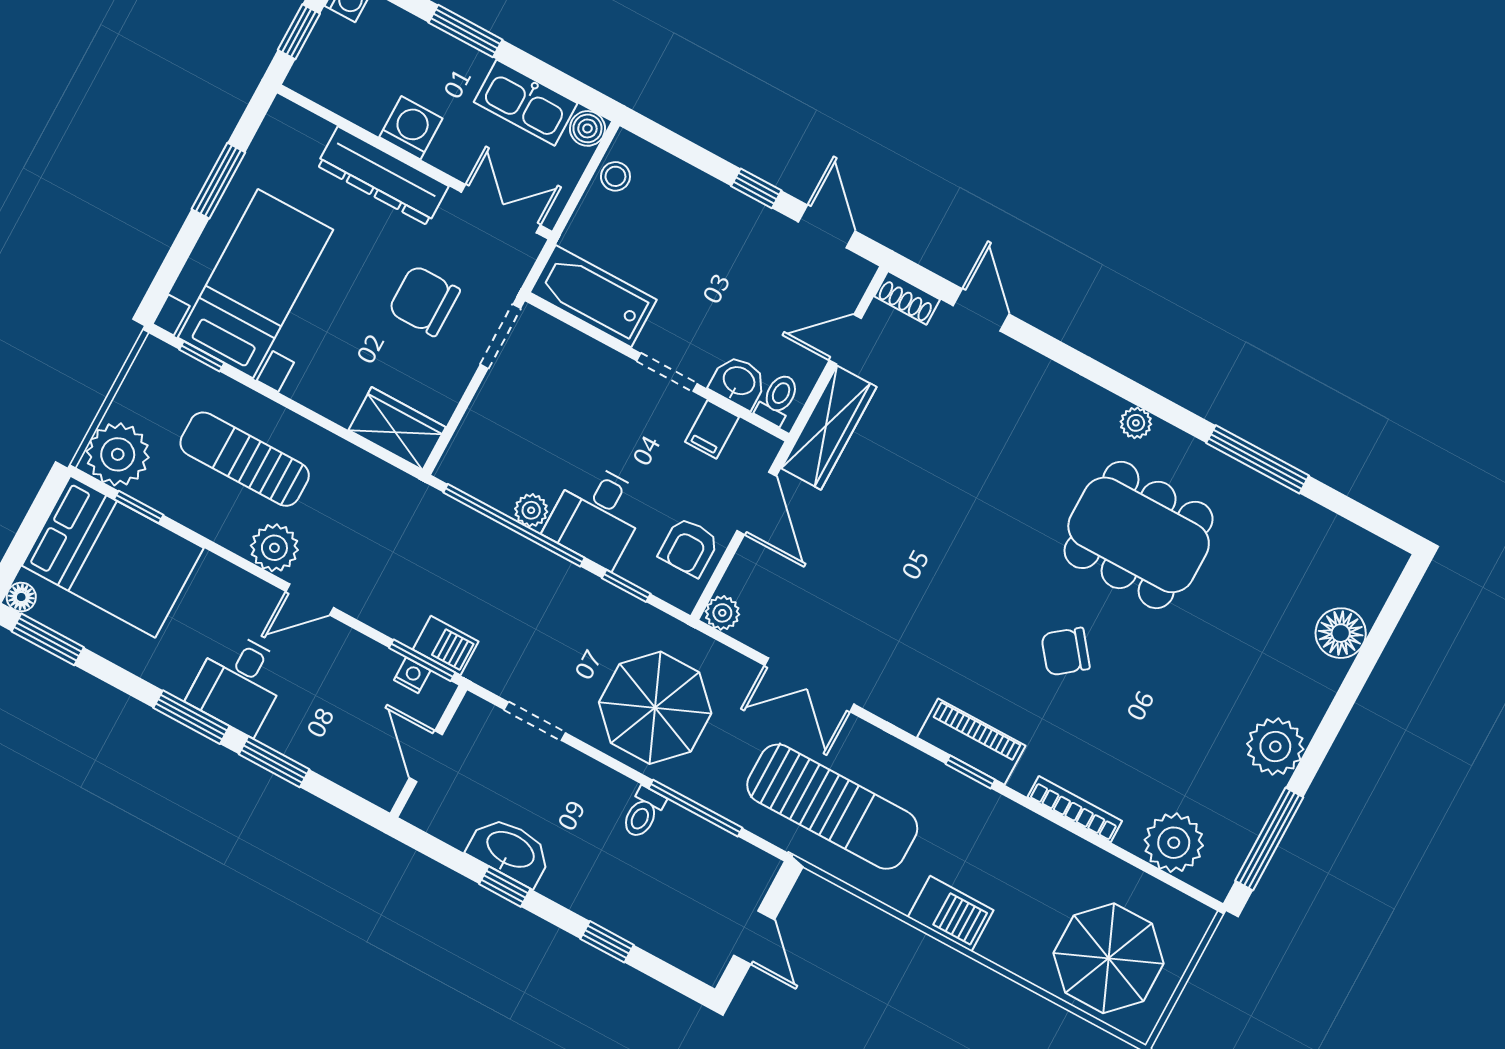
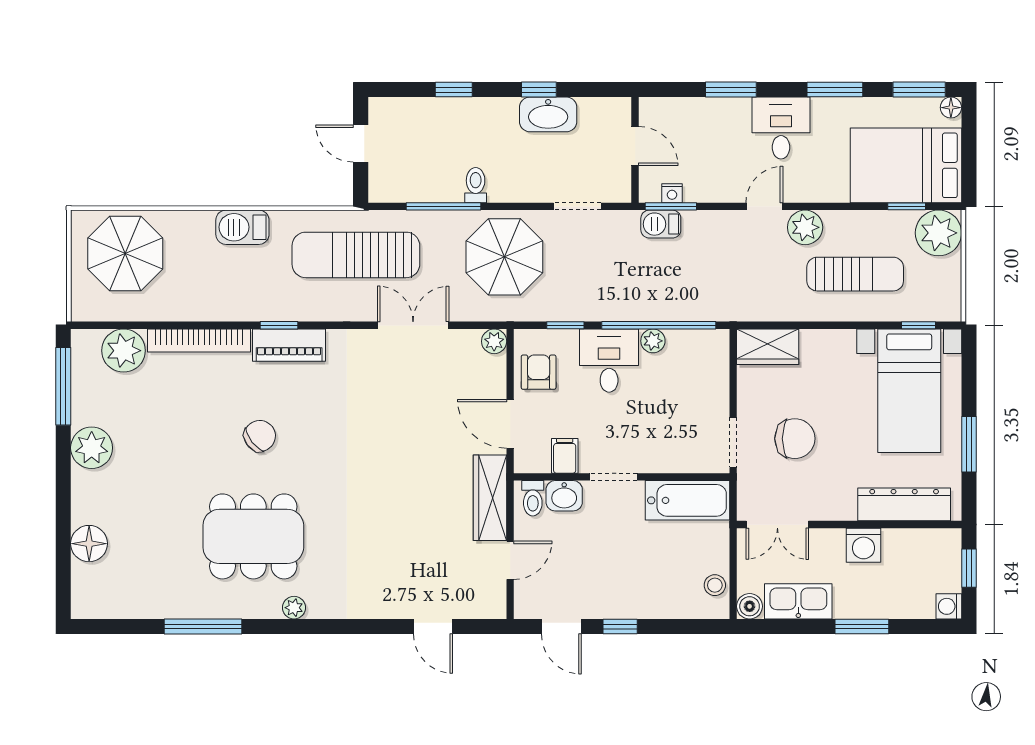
dresser: (383, 176) -> (904, 504), moved
shoe rack: (907, 298) -> (485, 608), removed
window: (191, 717) -> (835, 90), moved
bookcase: (1075, 809) -> (199, 341), width x1.48, depth x1.31

